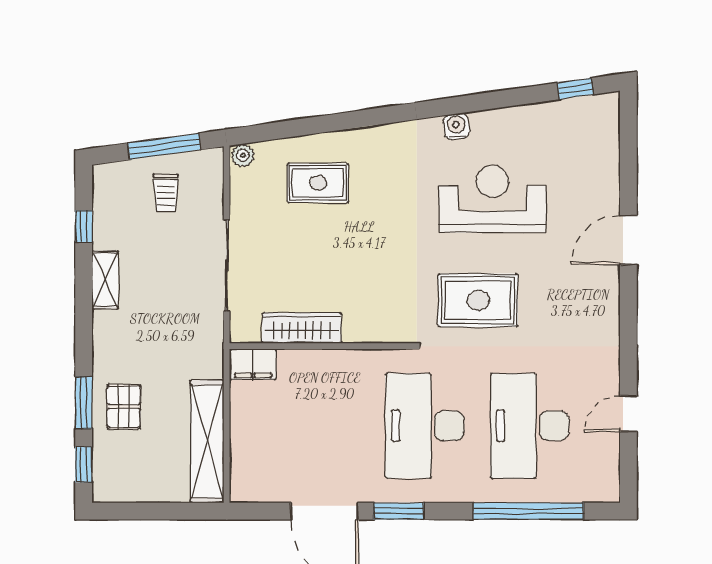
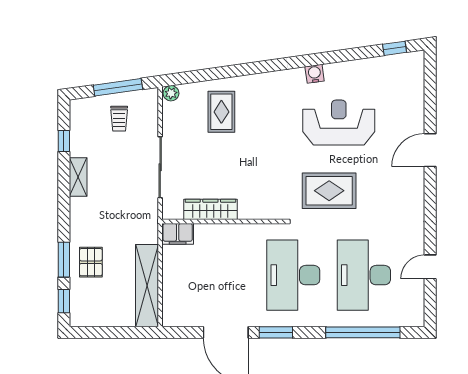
rug: (318, 183) -> (221, 112), turned 90

